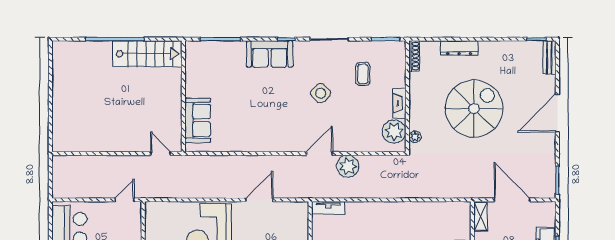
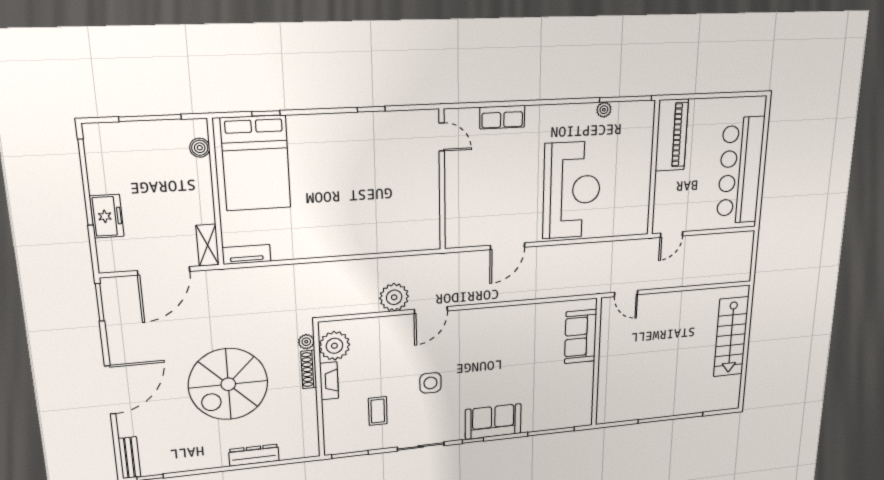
stairs: (147, 54) -> (731, 337), moved, turned -90
shoe rack: (414, 56) -> (309, 369), moved
side table: (321, 93) -> (430, 383), turned 45
door: (512, 200) -> (164, 271), hinge flipped
tv unit: (328, 208) -> (247, 254), moved

